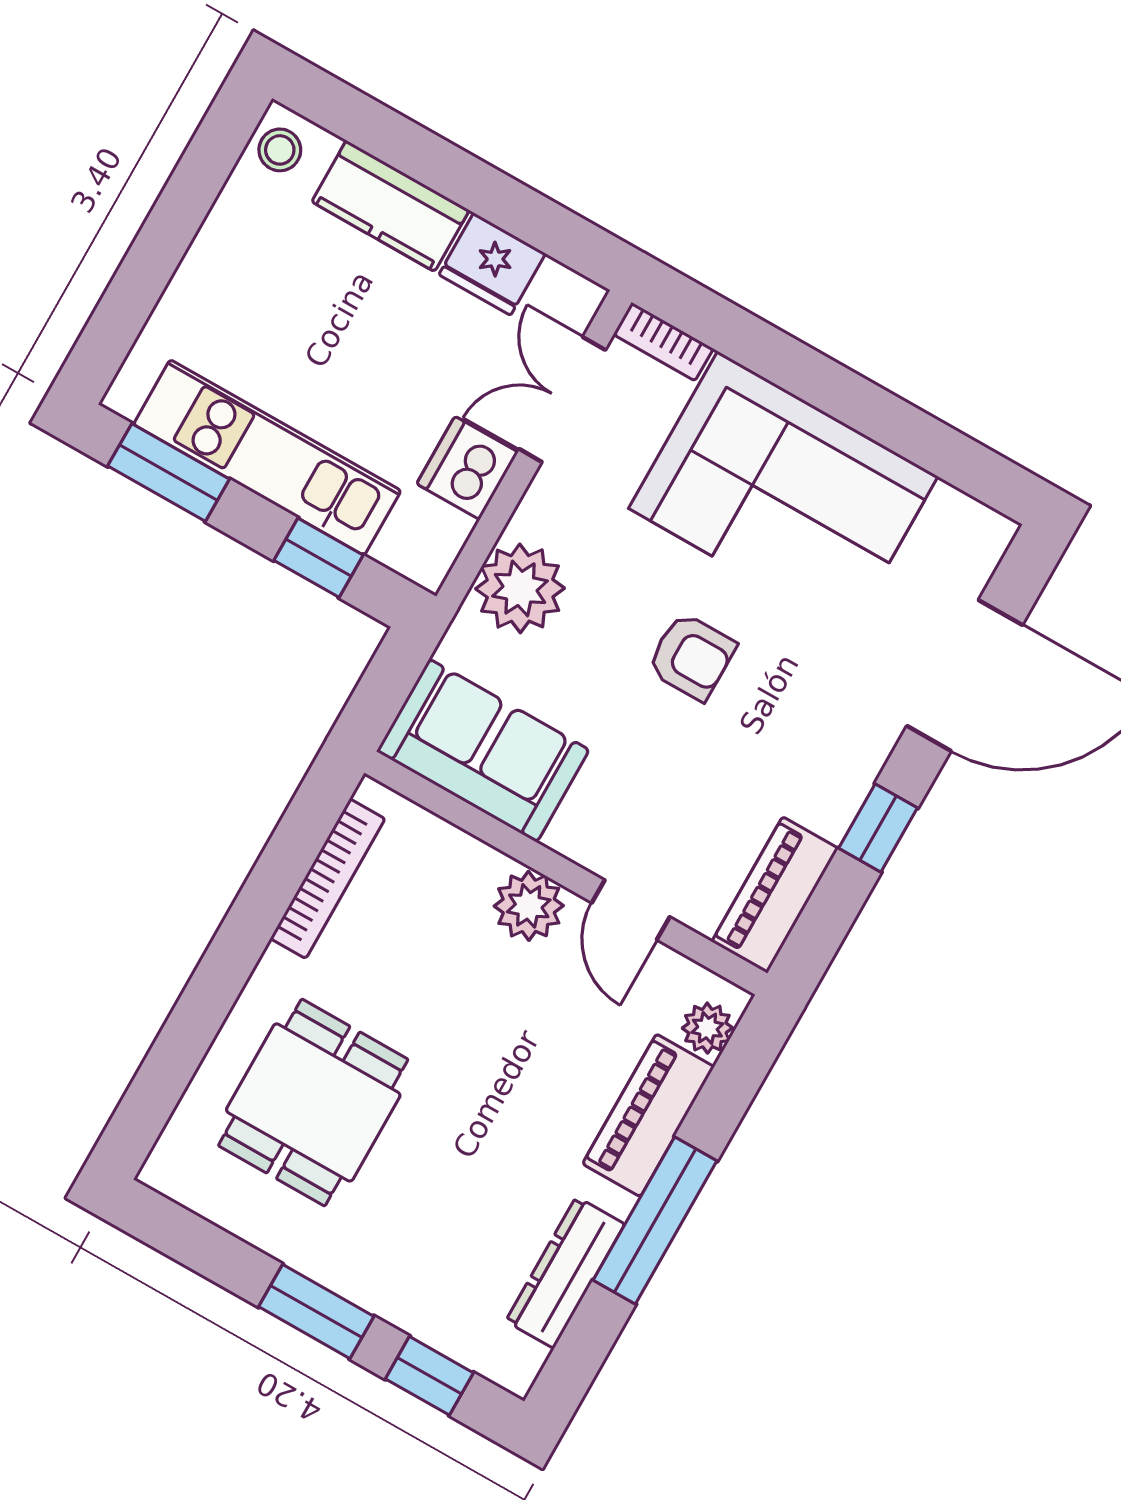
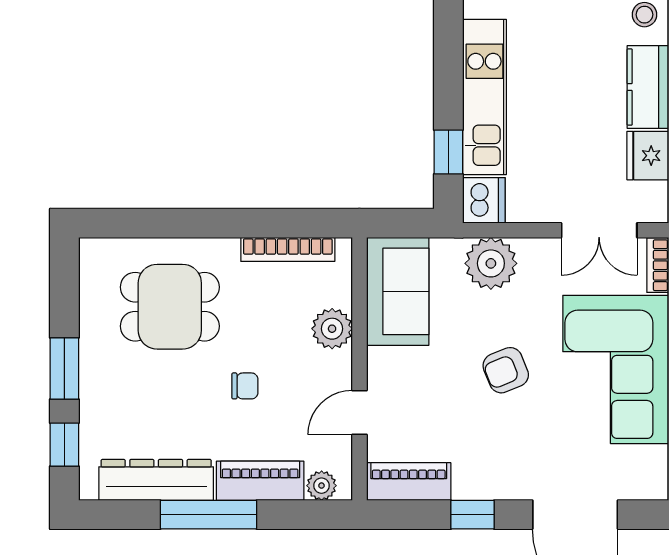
double door: (562, 399) -> (599, 230), swing flipped
dishwasher: (467, 468) -> (484, 200), moved, turned 90
window: (169, 473) -> (448, 51), removed
armchair: (691, 657) -> (506, 370), turned 68
plant: (529, 906) -> (332, 329), moved
chair: (494, 1058) -> (245, 386), added
dresser: (565, 1273) -> (156, 480), width x1.37, depth x1.24

